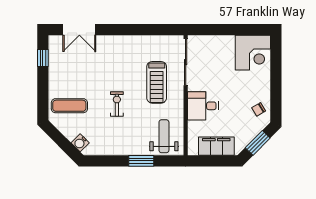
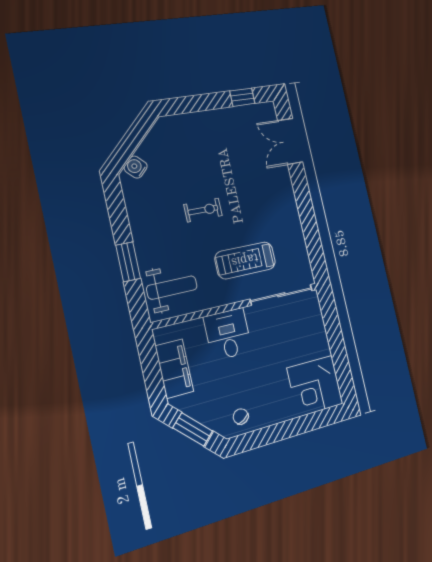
exercise mat: (69, 106) -> (186, 143), removed

